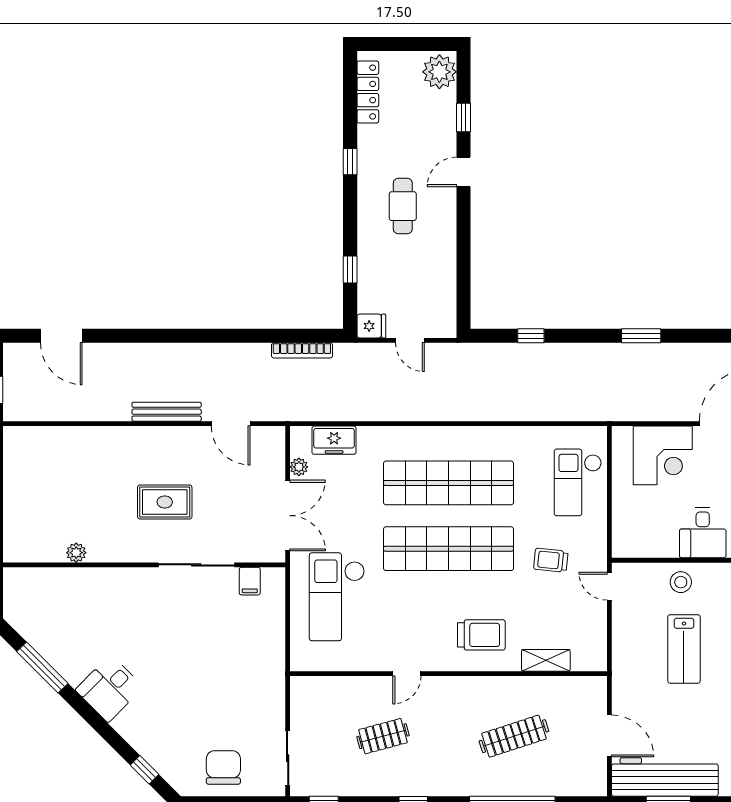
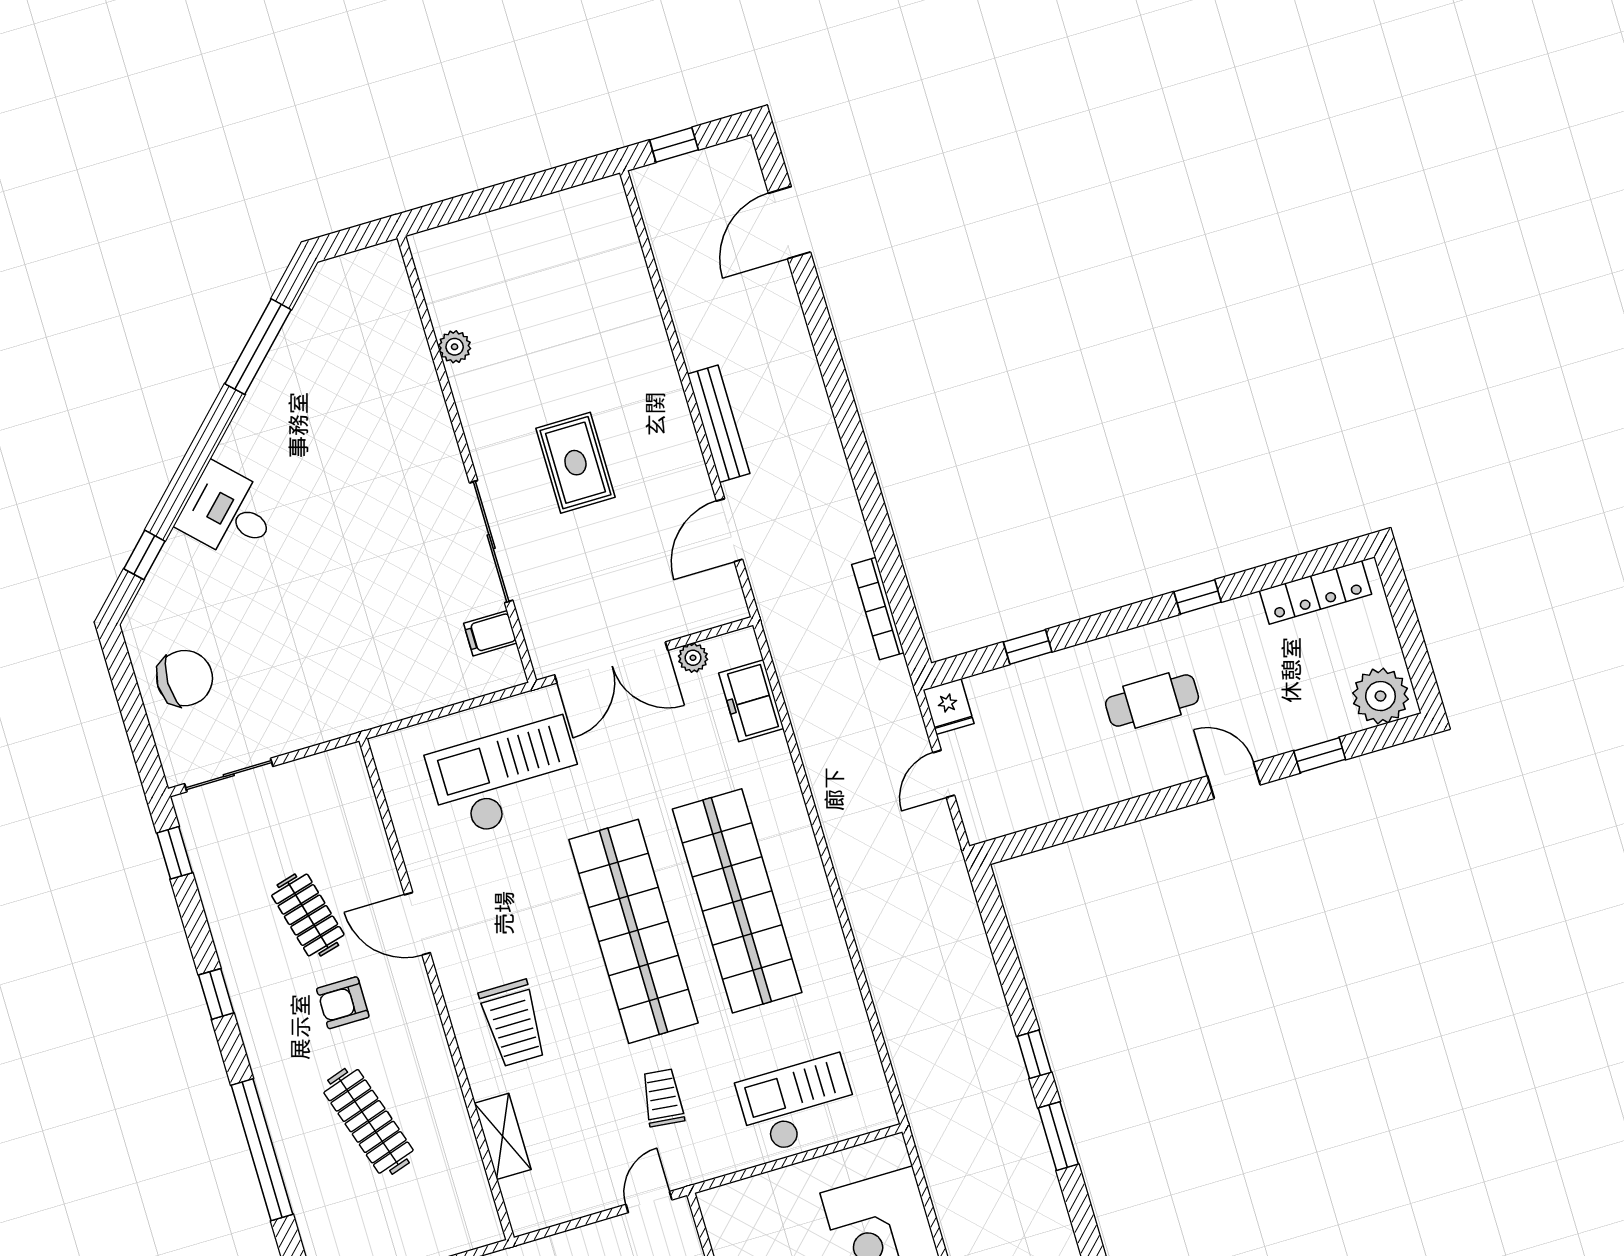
window: (531, 336) -> (1034, 1054), moved
door: (407, 674) -> (417, 924), width x1.38
desk: (109, 689) -> (228, 513), moved
armchair: (440, 731) -> (343, 1003), added

